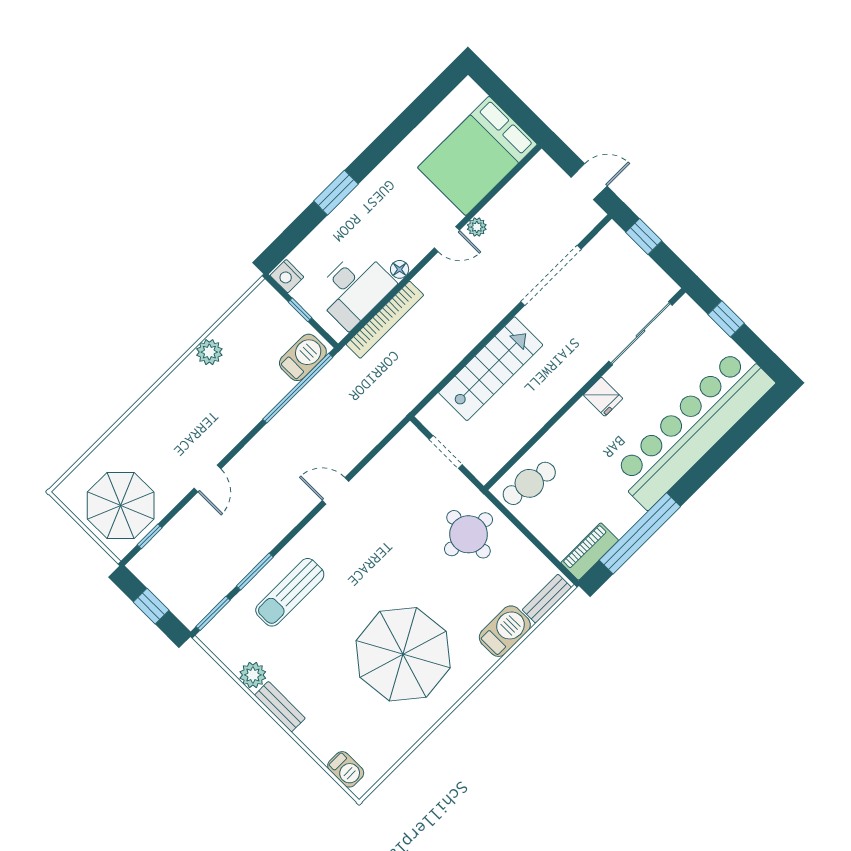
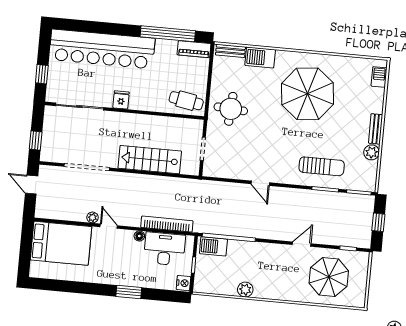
parasol: (121, 505) -> (329, 277), moved

